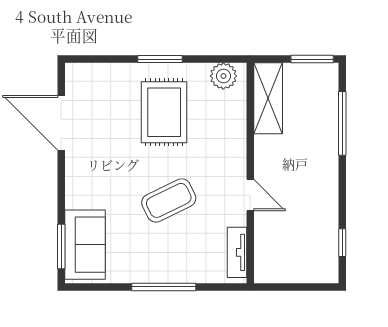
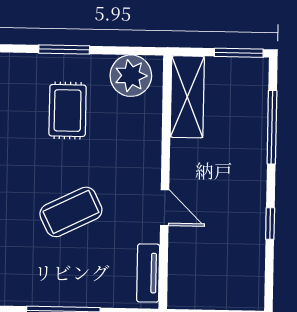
plant: (223, 76) -> (131, 76), width x1.36, depth x1.36
rug: (164, 112) -> (68, 111), width x0.73, depth x0.70
window: (342, 243) -> (270, 224), moved

